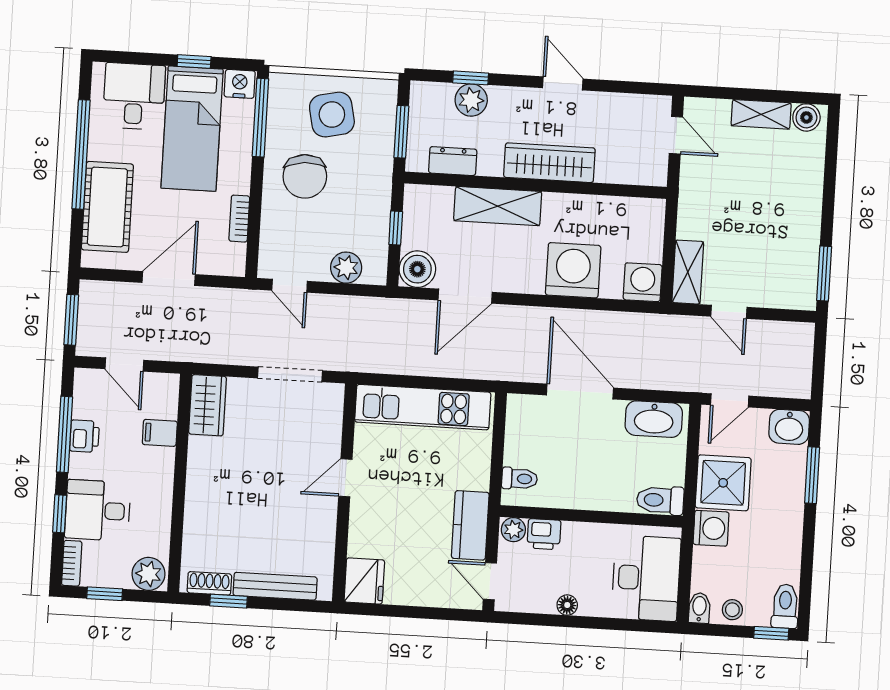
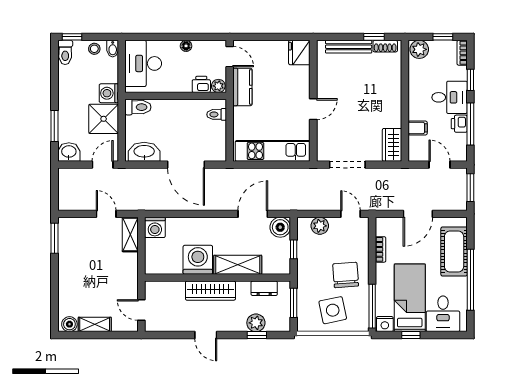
washing machine: (573, 270) -> (198, 260), moved, turned 180
desk: (98, 510) -> (450, 97), moved

